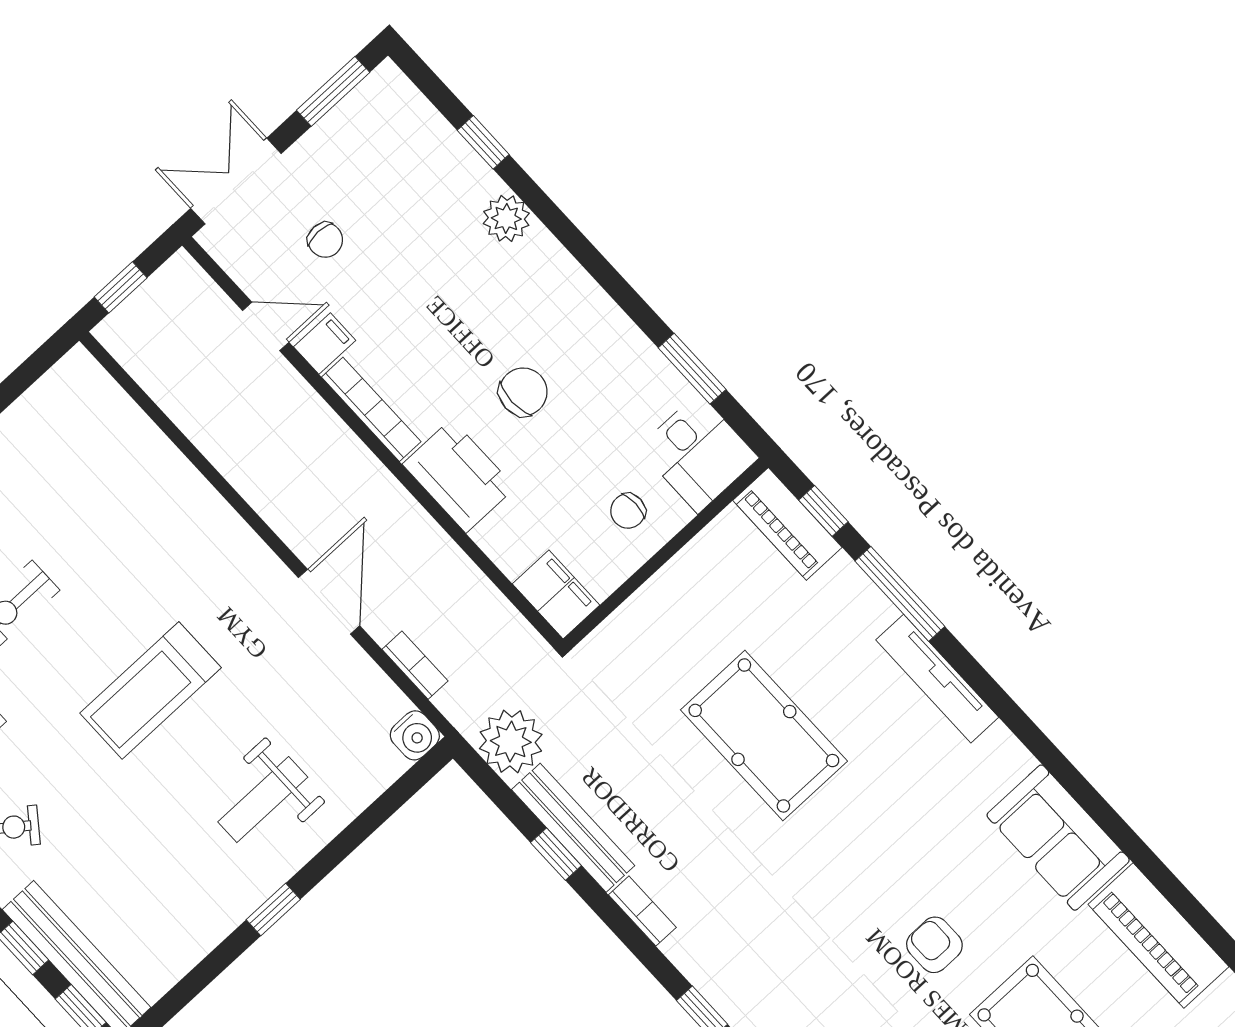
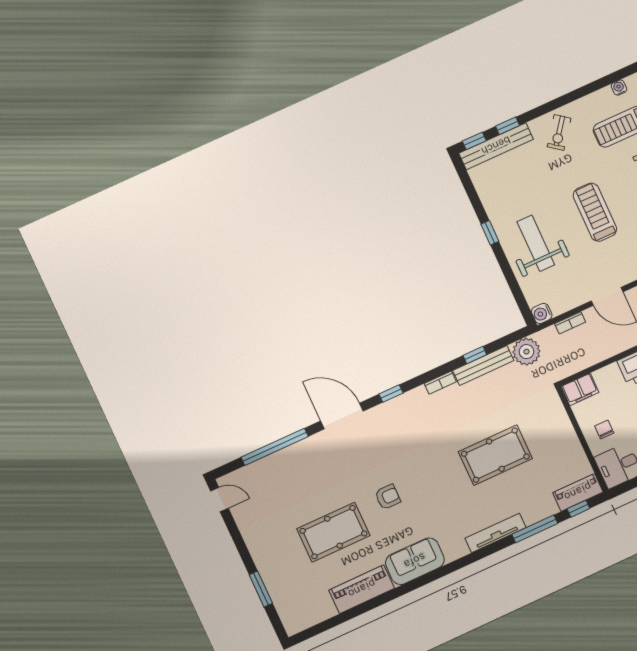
weight bench: (263, 800) -> (536, 243), width x1.36, depth x1.33

